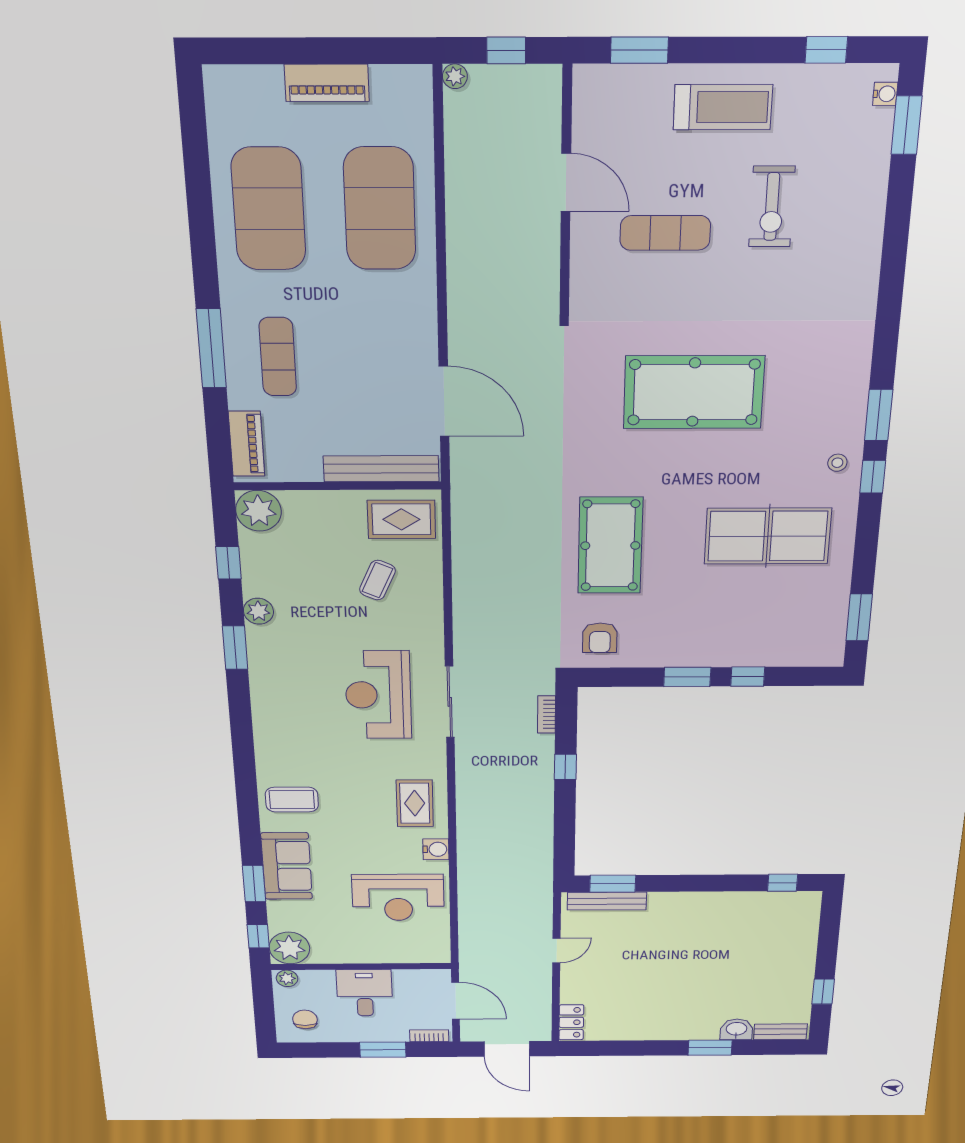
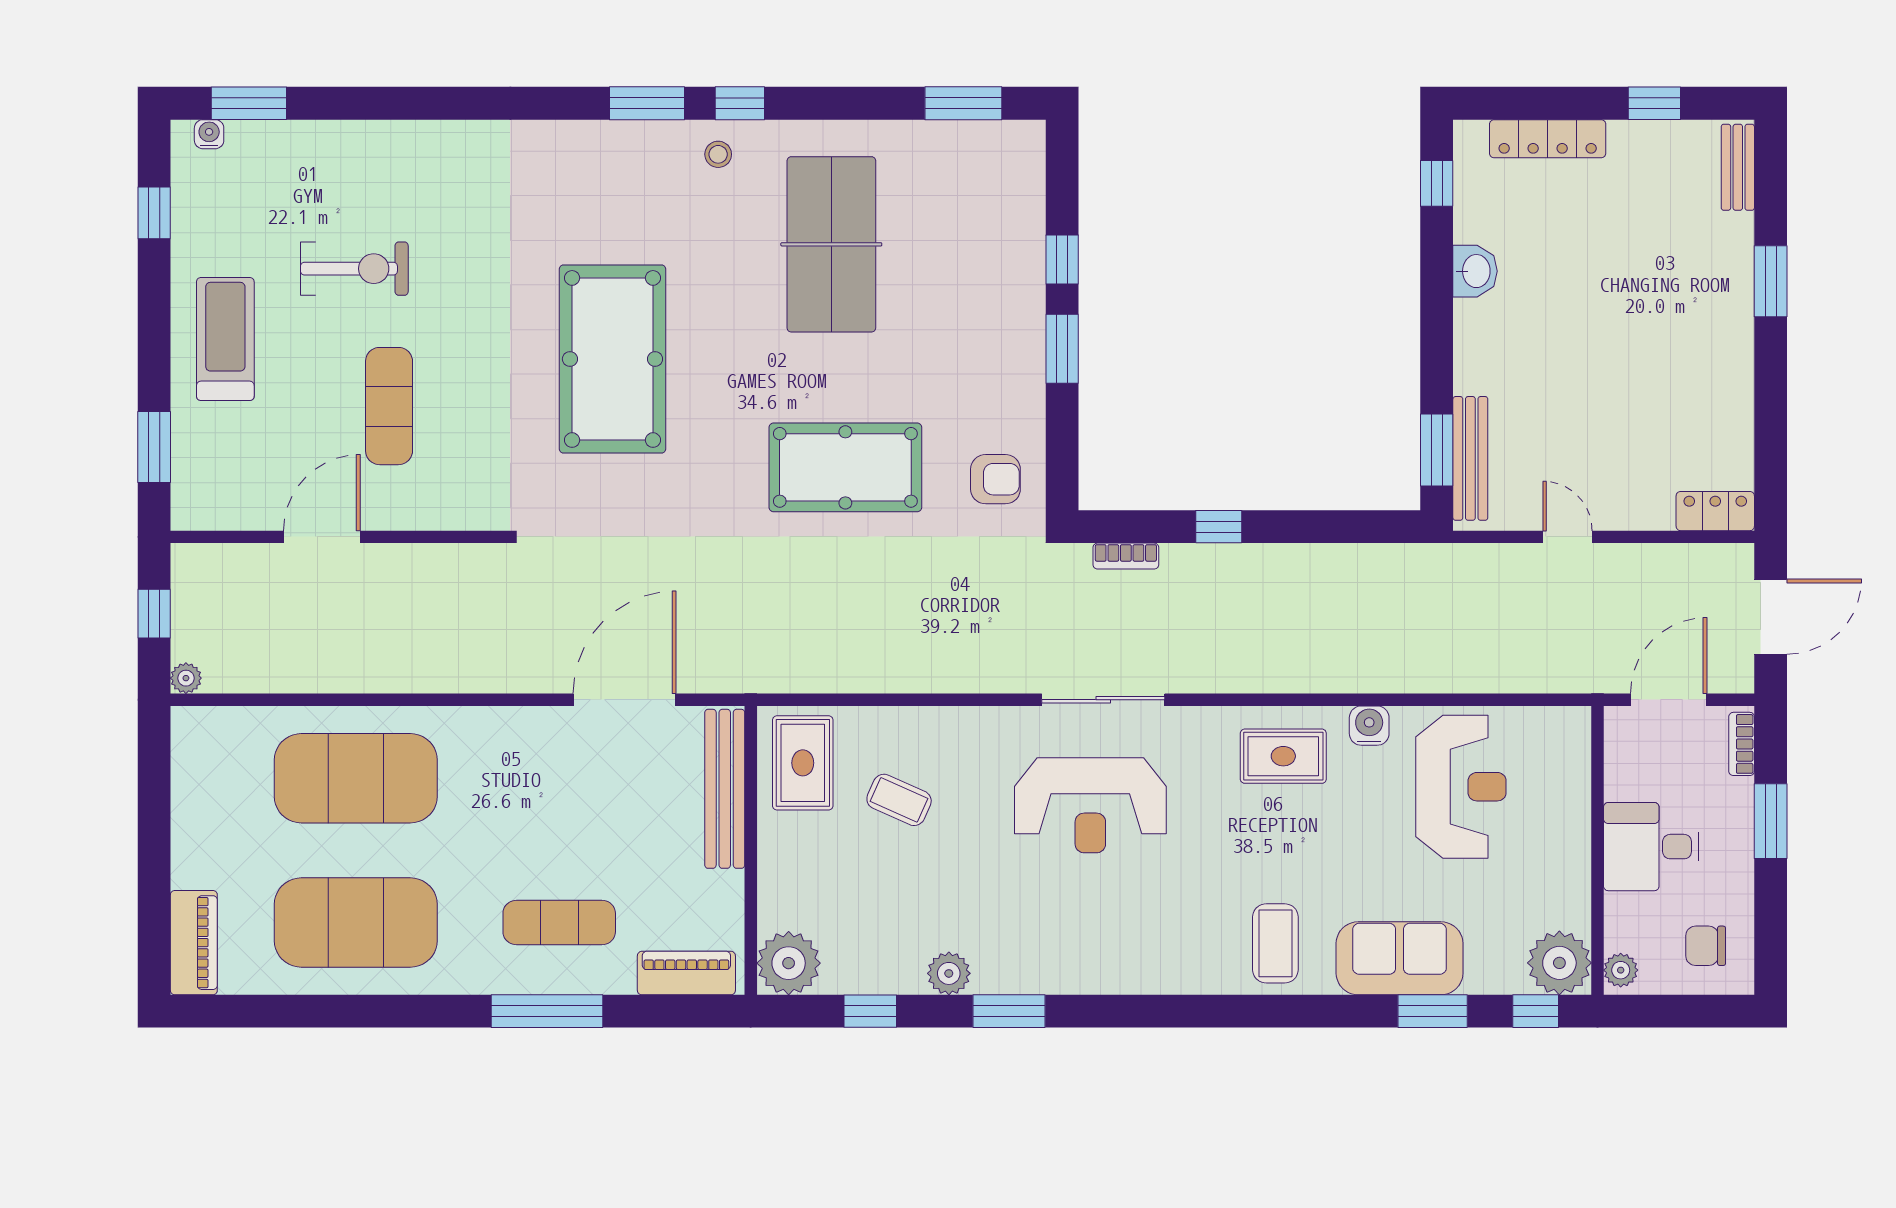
piano: (327, 83) -> (194, 943), moved
locker: (806, 939) -> (1548, 139), added
washbasin: (736, 1029) -> (1475, 271), moved, turned 180

